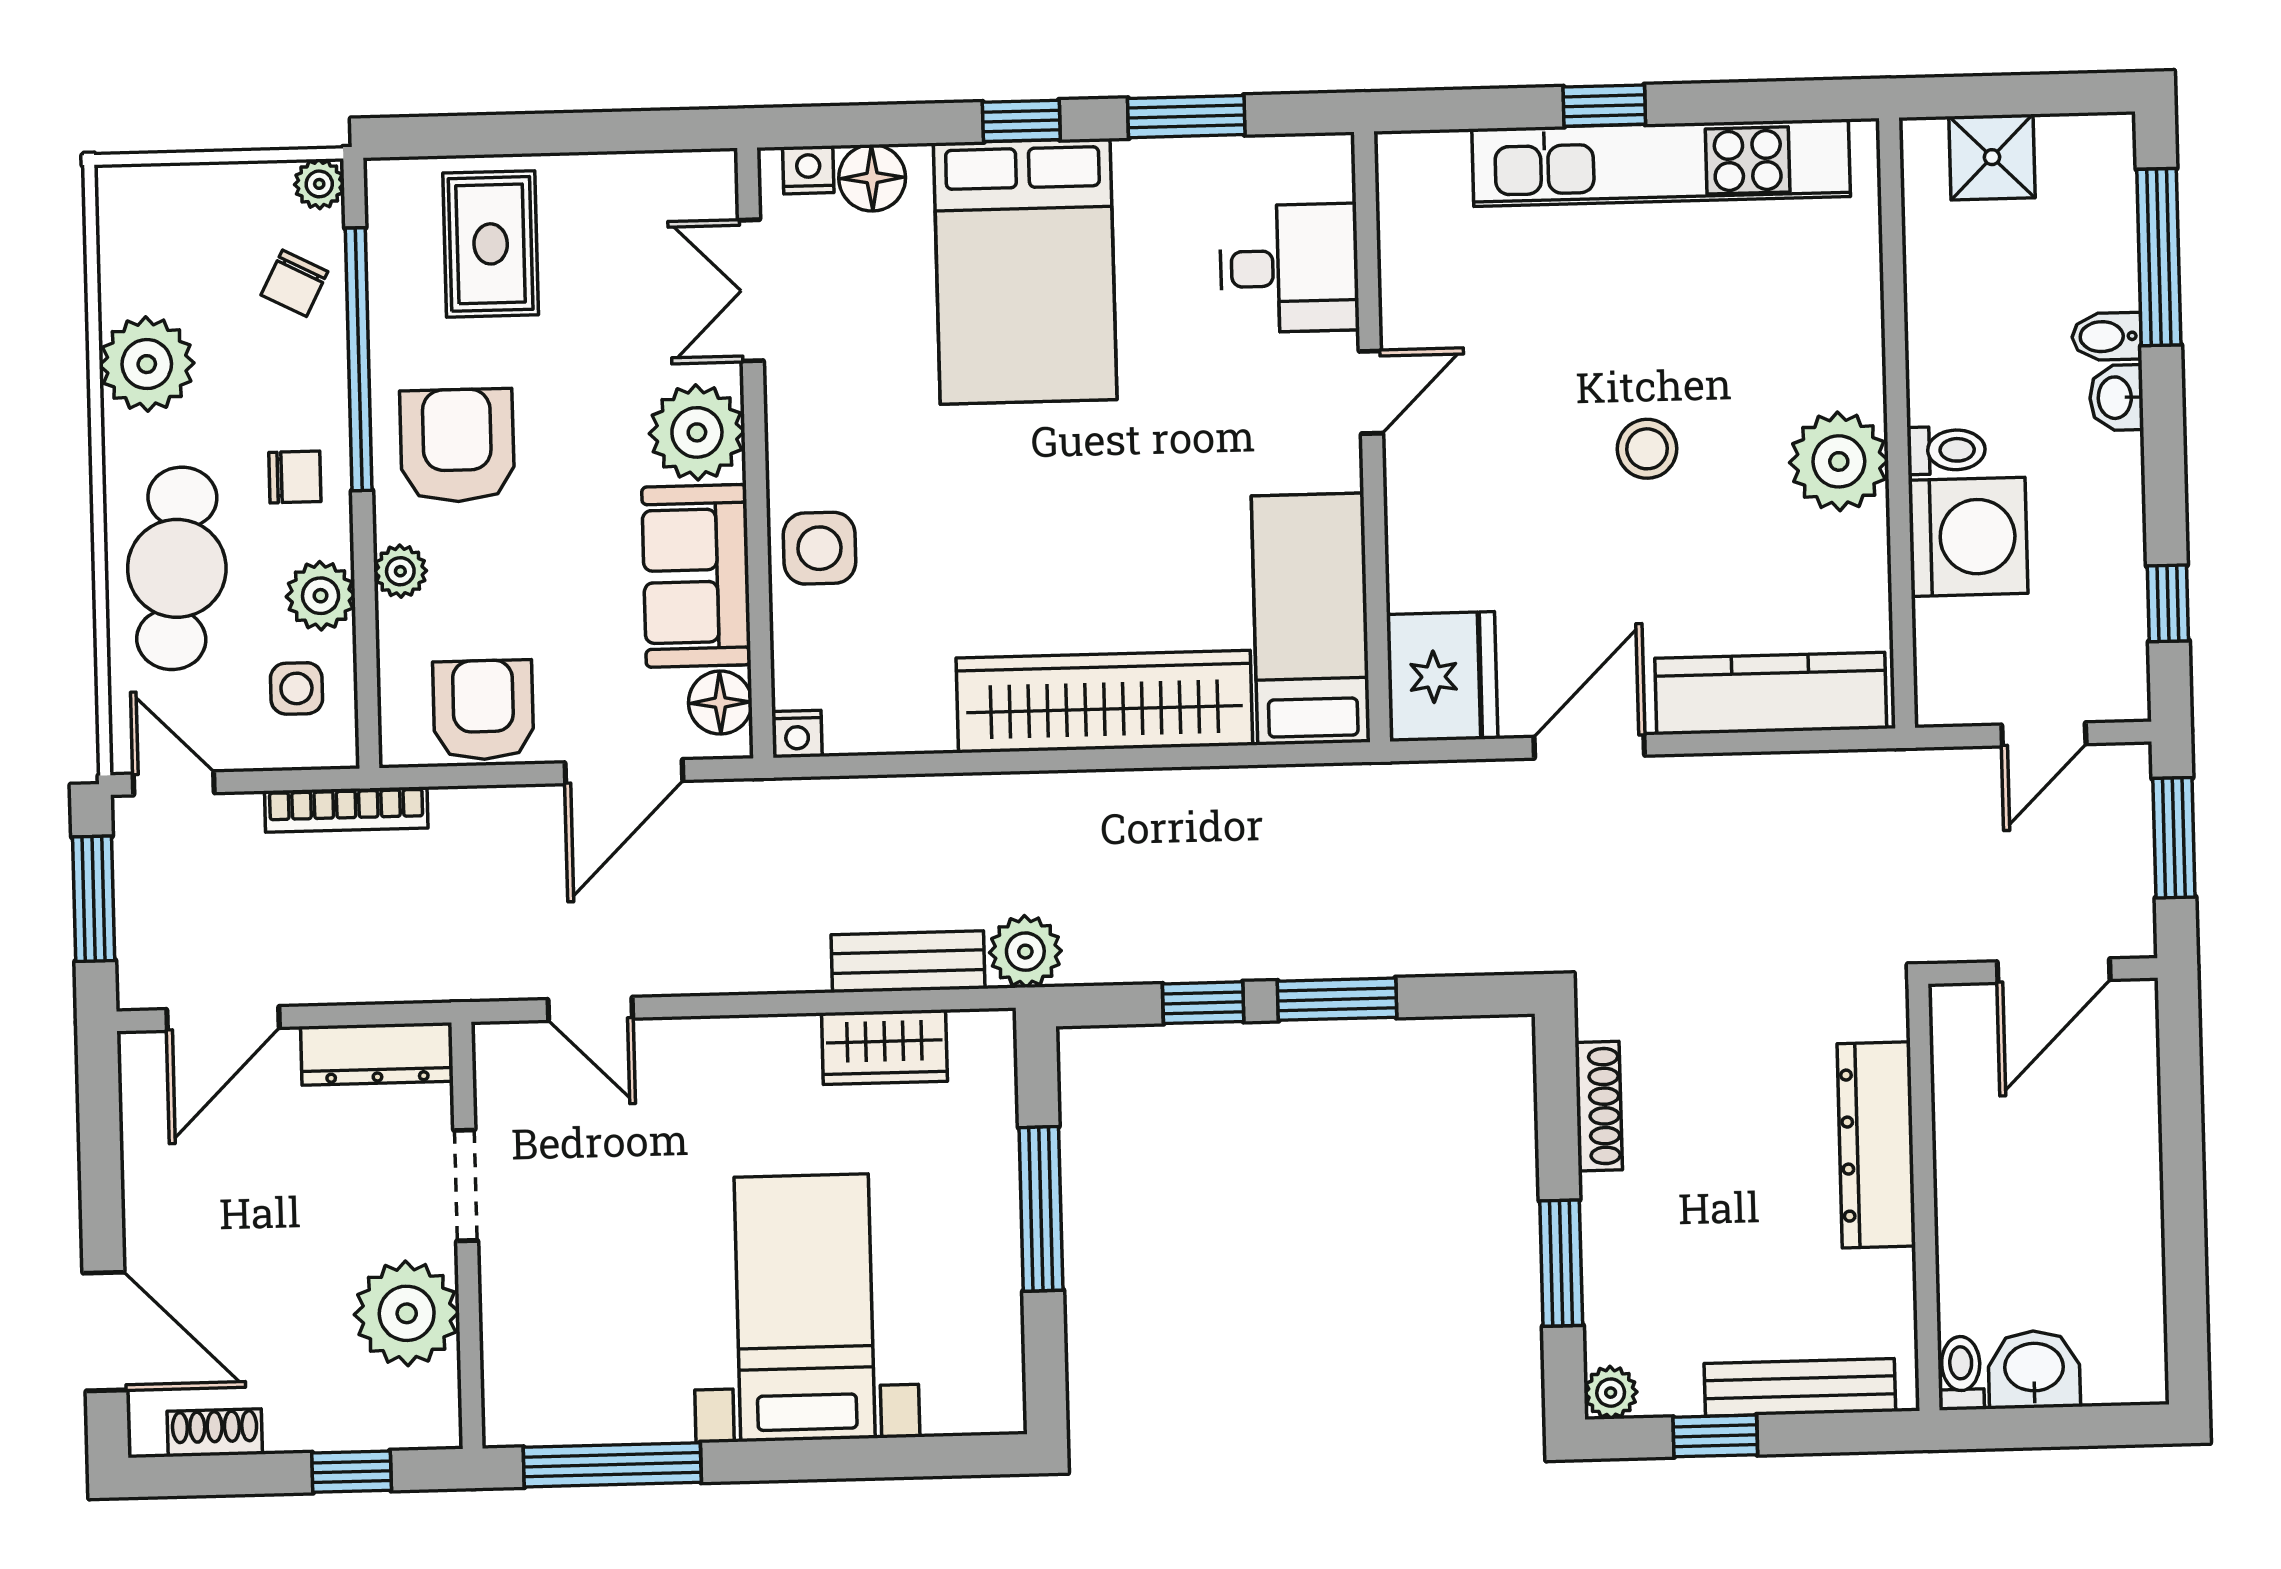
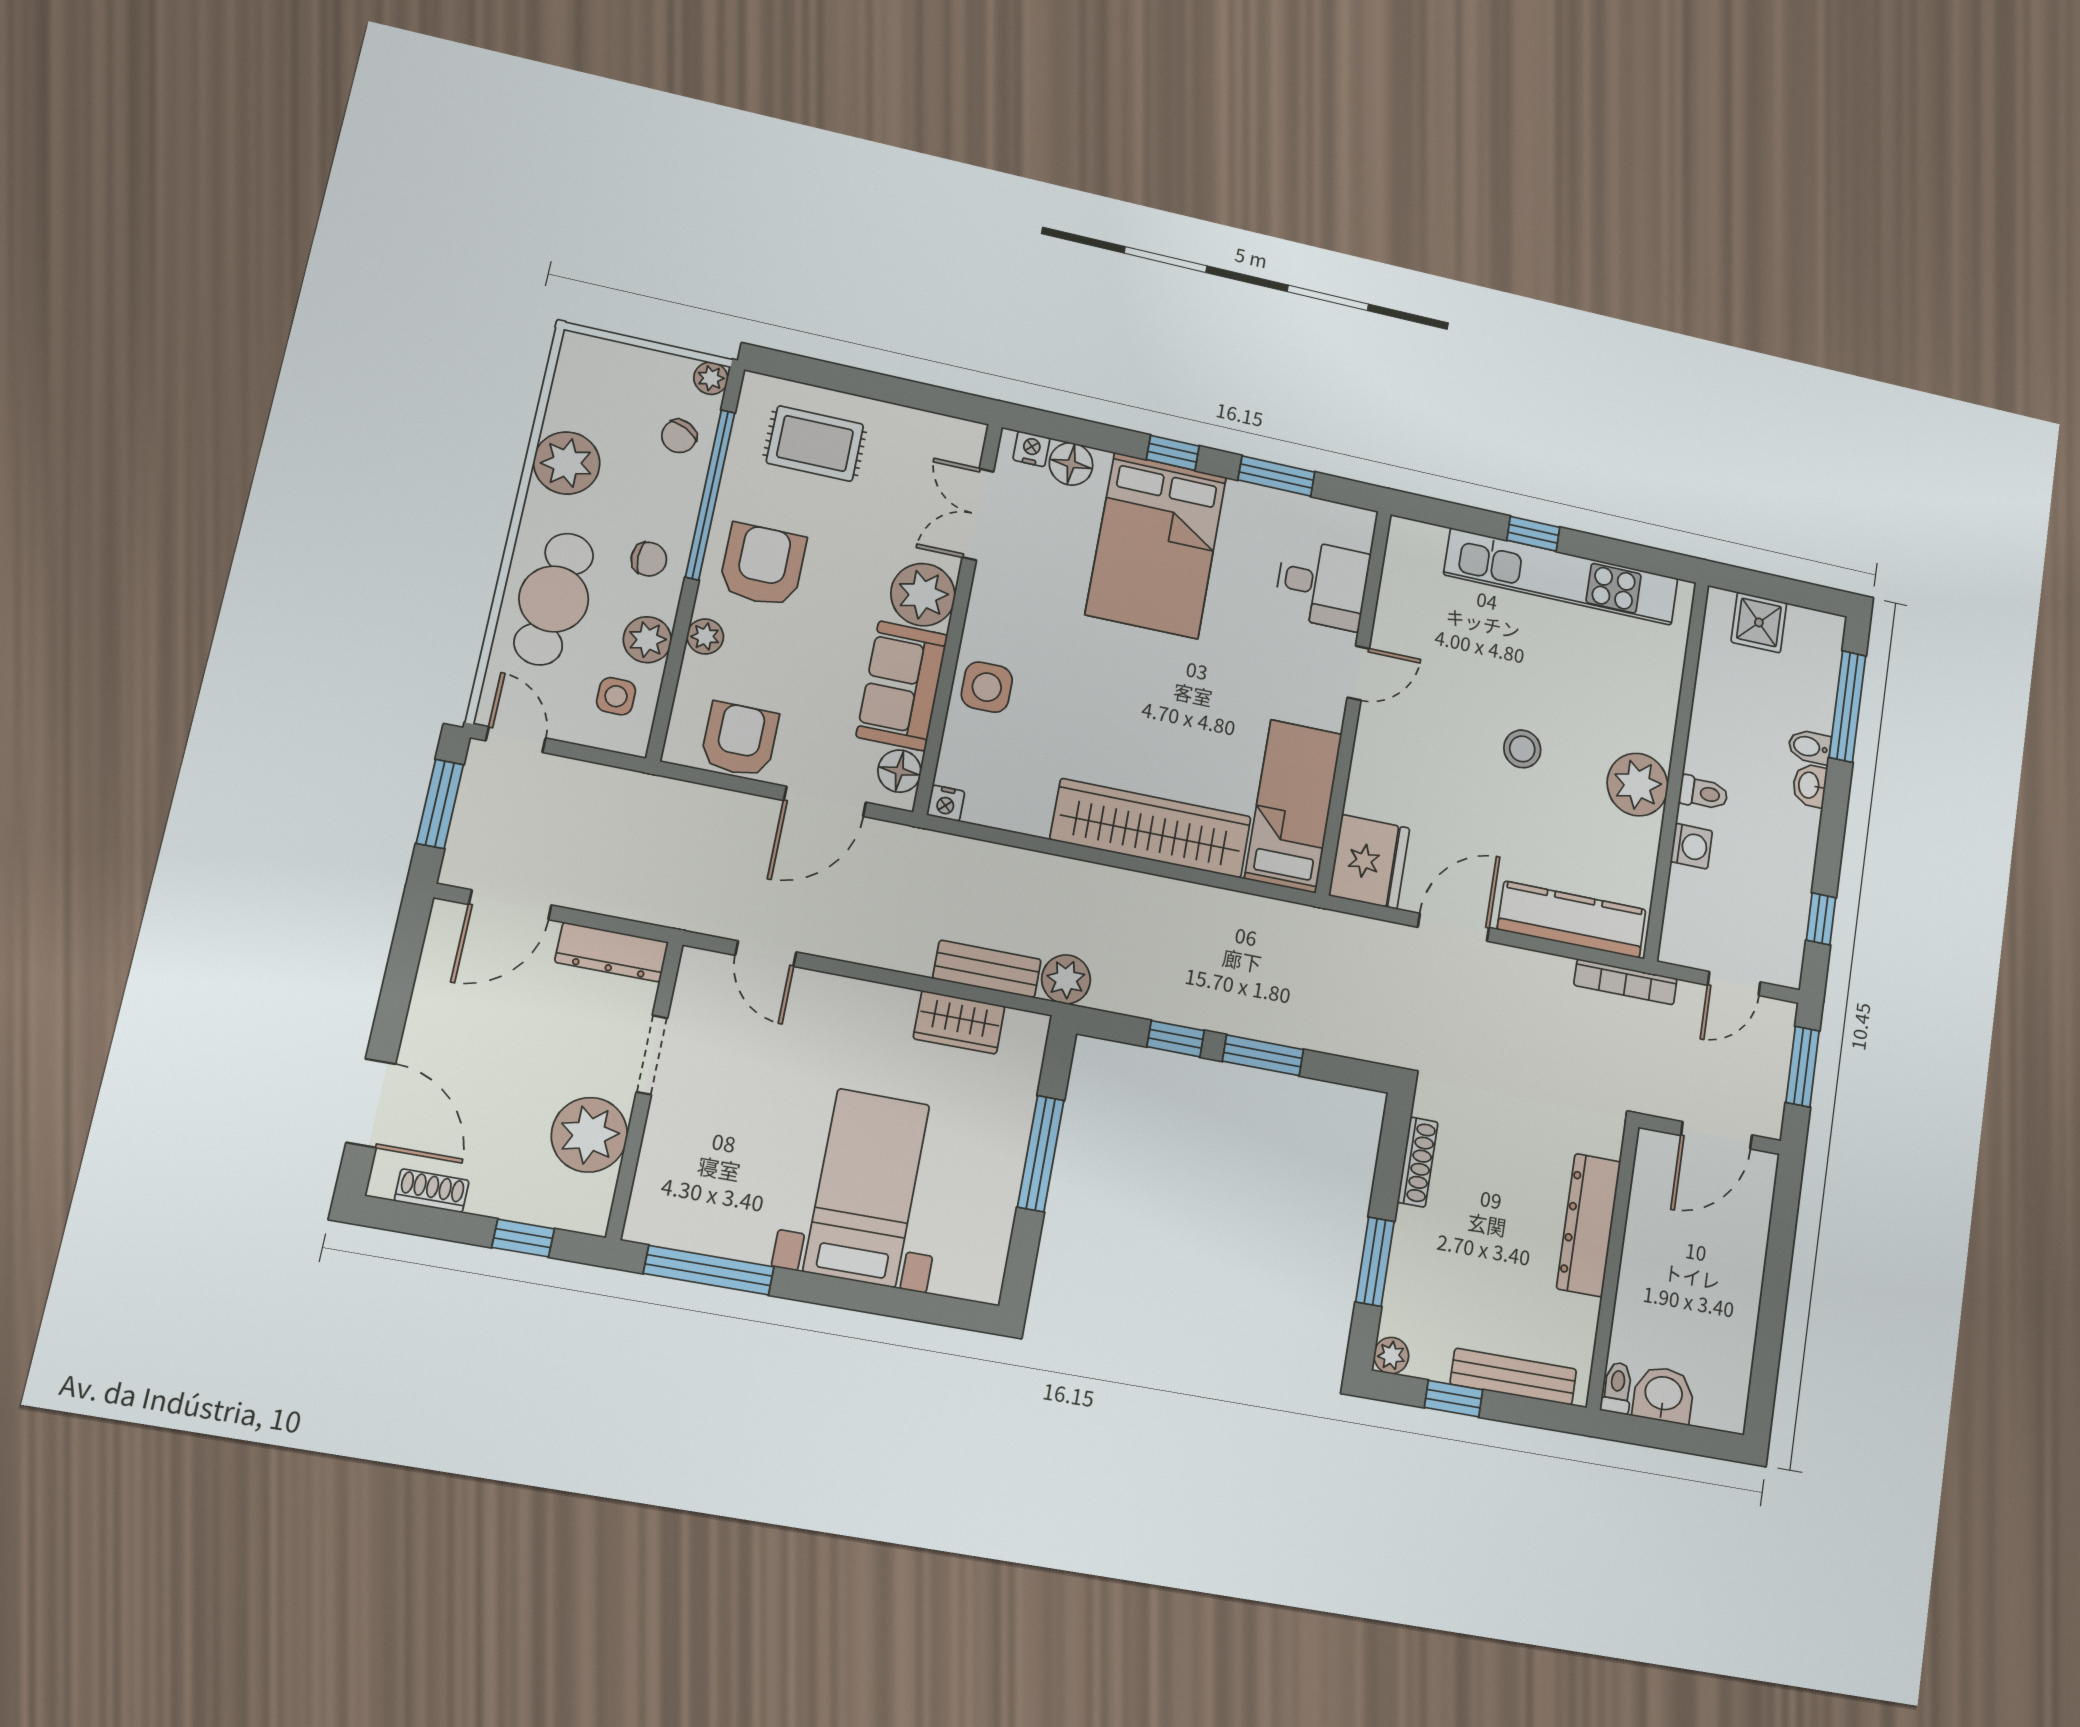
rug: (491, 244) -> (815, 444), turned 90
washing machine: (1968, 537) -> (1691, 846), width x0.53, depth x0.53
bookcase: (346, 810) -> (1625, 982), moved

